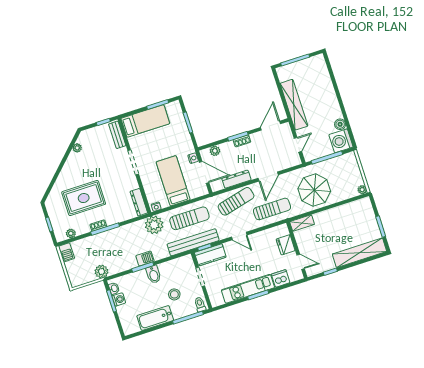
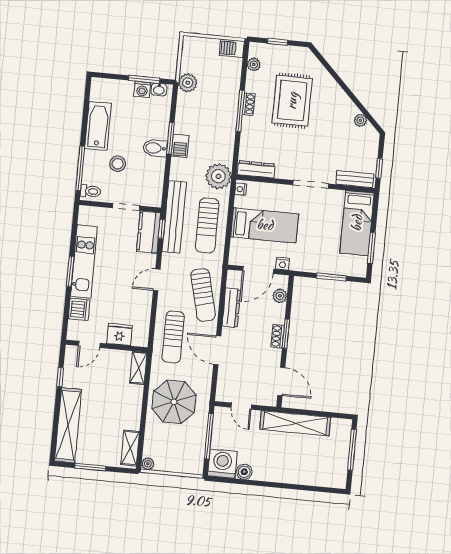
shelving: (357, 206) -> (130, 448), added

